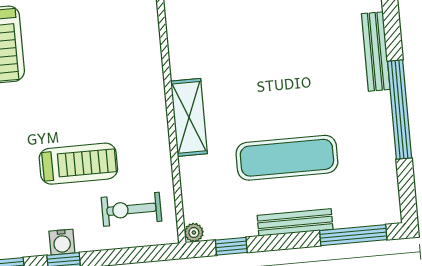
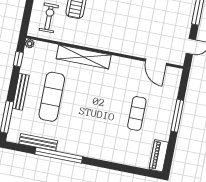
bench: (376, 52) -> (38, 142), moved
shelving: (189, 117) -> (84, 57), width x1.47

